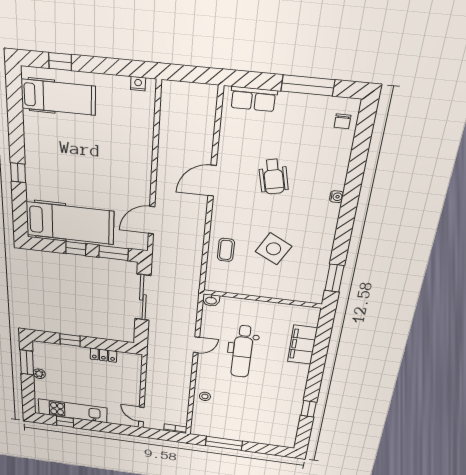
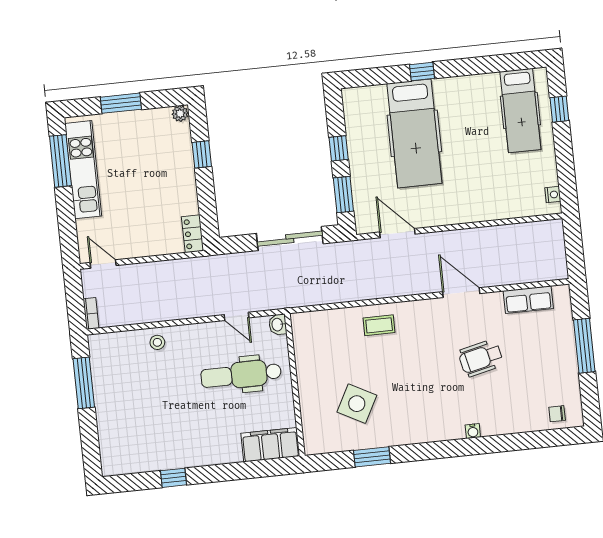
window: (308, 85) -> (584, 346), moved
row of seats: (253, 99) -> (528, 300), moved, turned -90
hospital bed: (70, 223) -> (414, 133), moved
side table: (274, 249) -> (357, 404), moved
wall: (262, 299) -> (295, 385), moved
washbasin: (211, 300) -> (278, 325), moved
locker: (103, 355) -> (193, 234), moved
window: (27, 362) -> (121, 103), moved
plant: (39, 374) -> (180, 114), moved
door: (141, 414) -> (103, 264), hinge flipped
window: (65, 422) -> (60, 161), width x2.17

